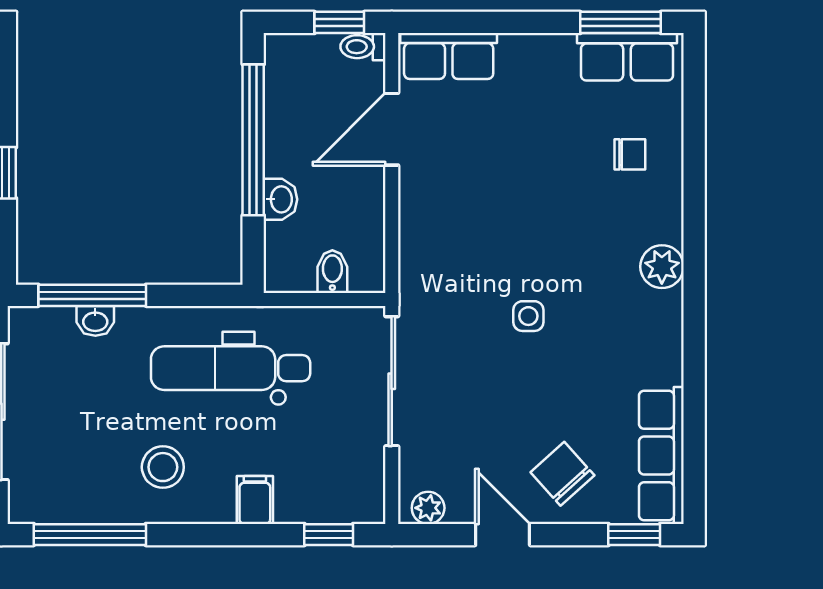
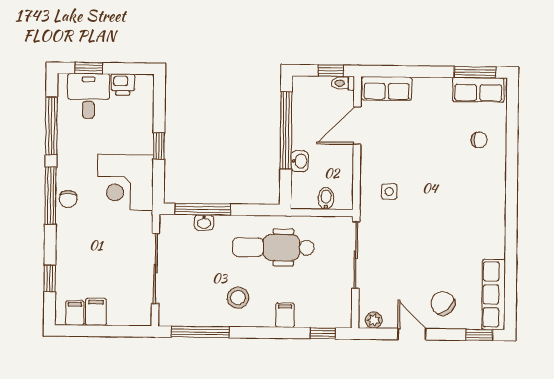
plant: (662, 267) -> (495, 198), removed
side table: (528, 316) -> (389, 192), moved

